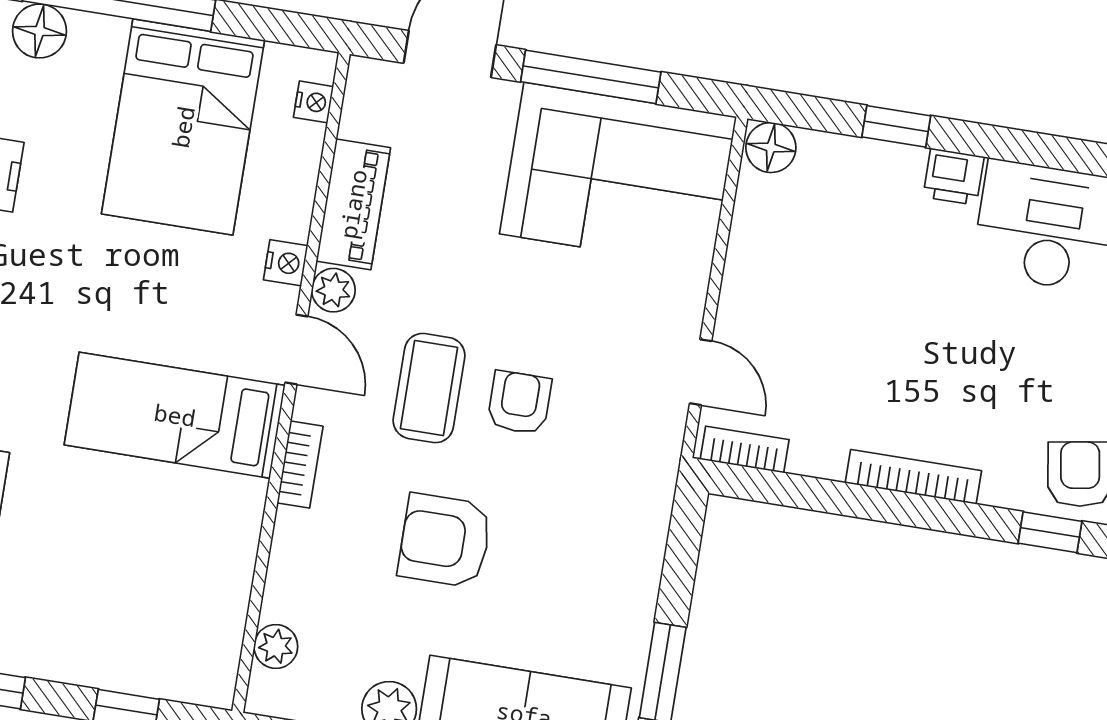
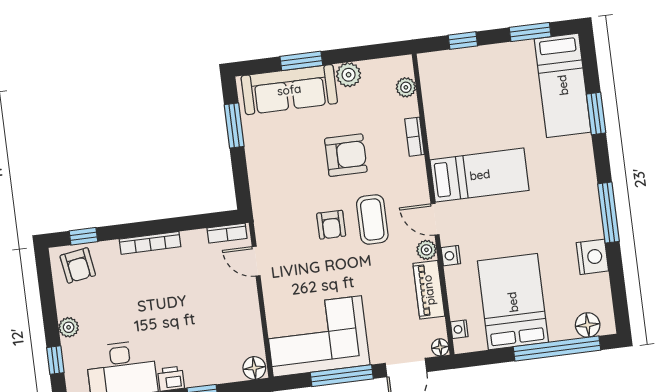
floor lamp: (365, 76) -> (440, 347), added
bookcase: (300, 465) -> (415, 137), moved

